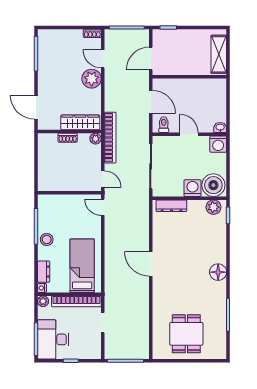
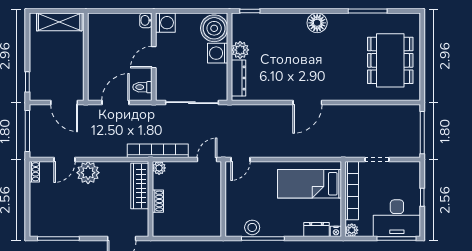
plant: (213, 207) -> (240, 50), moved
stool: (47, 240) -> (252, 227), moved
dining table: (186, 334) -> (390, 60), width x1.38

